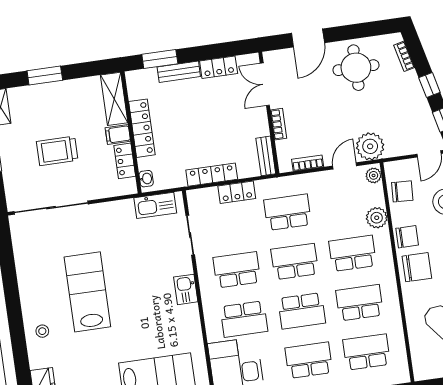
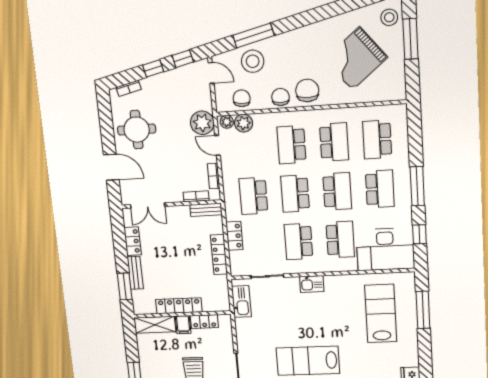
bookcase: (278, 124) -> (196, 196), moved
washbasin: (146, 179) -> (219, 306), removed
plant: (377, 218) -> (244, 123), moved
school desk: (360, 303) -> (334, 142), turned 180
school desk: (309, 360) -> (380, 189), turned 180

